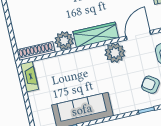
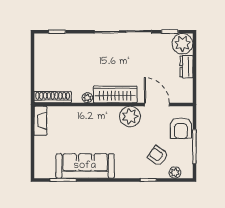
door: (138, 35) -> (157, 104), hinge flipped
plant: (64, 41) -> (87, 98), width x0.53, depth x0.53

